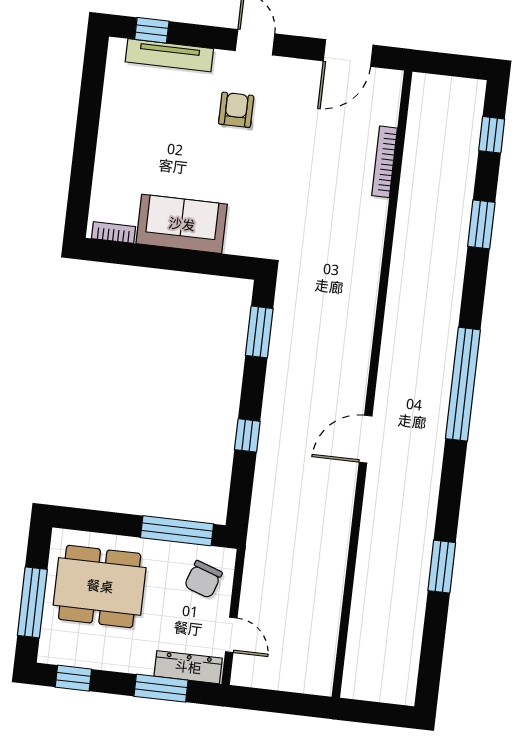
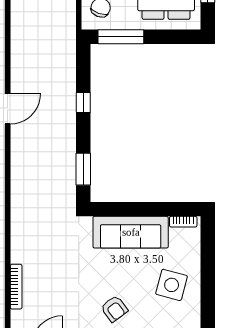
armchair: (236, 110) -> (114, 309), turned -37
side table: (143, 137) -> (172, 285), added
sofa: (182, 224) -> (131, 232), width x1.36

